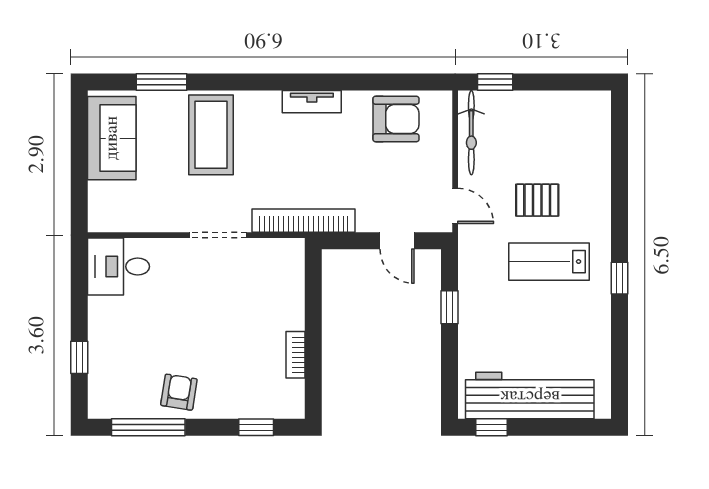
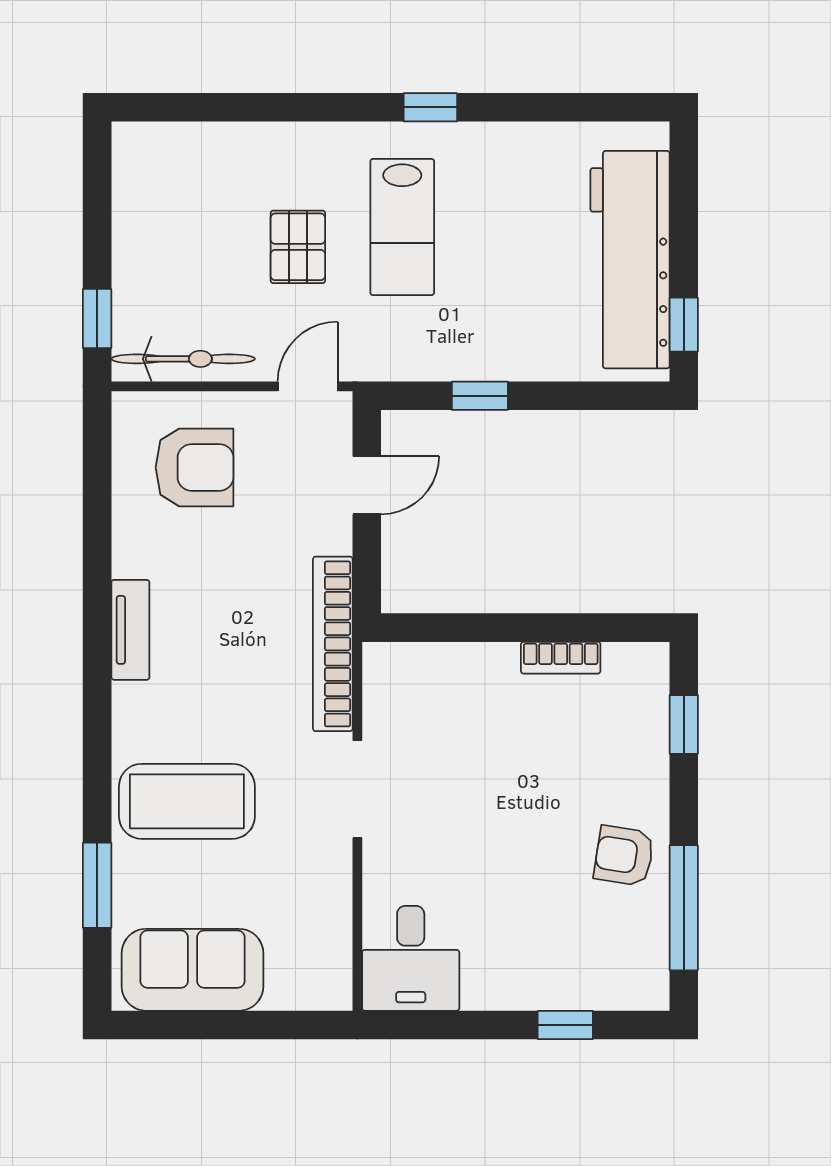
armchair: (396, 119) -> (195, 467), moved, turned 90

